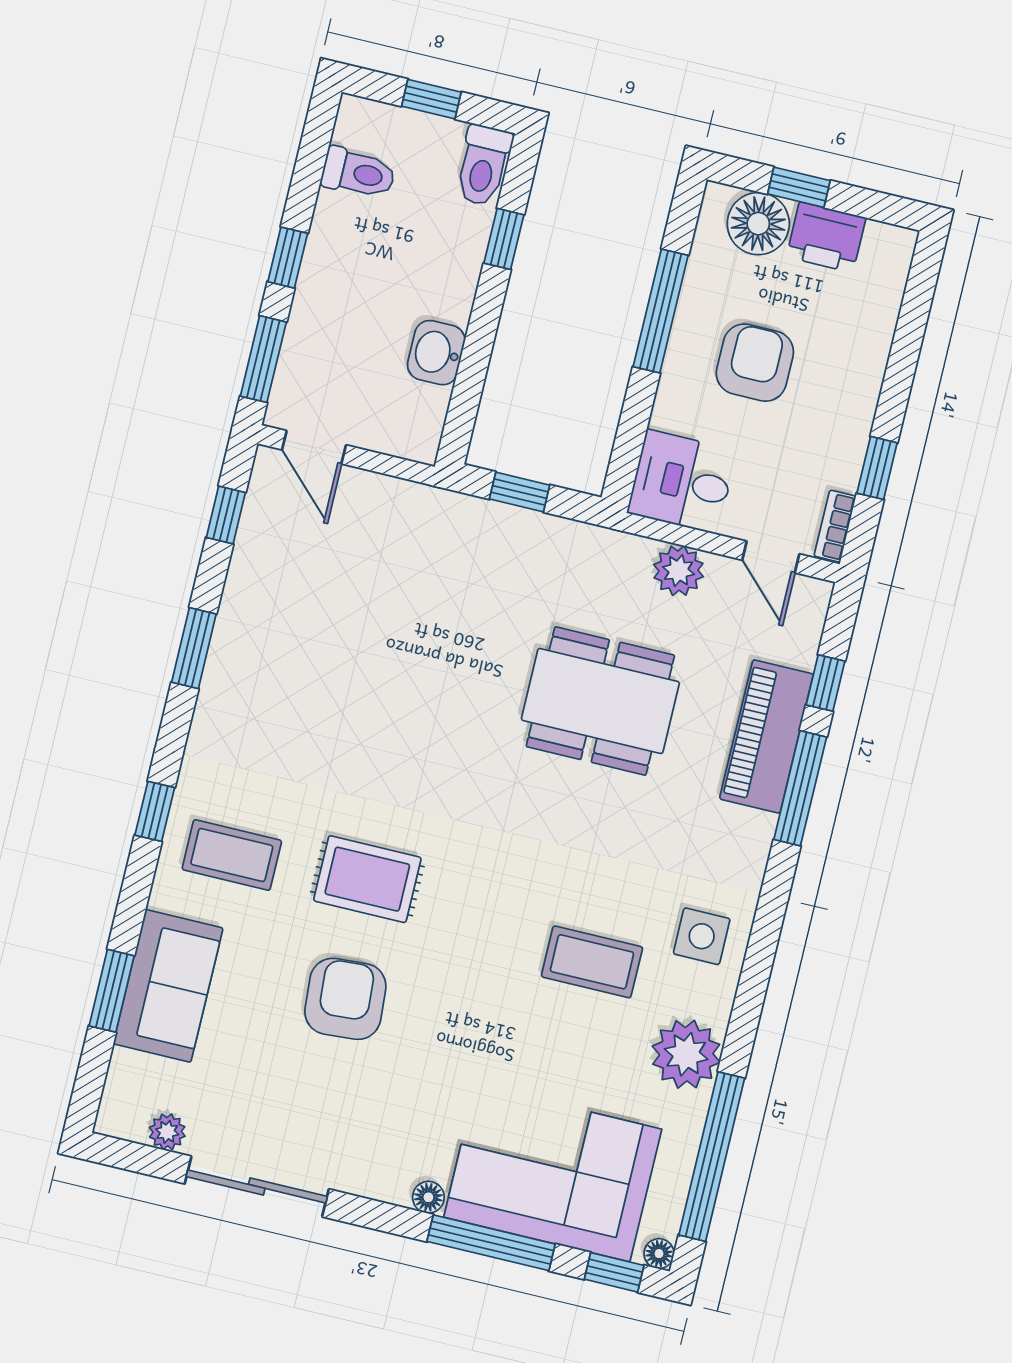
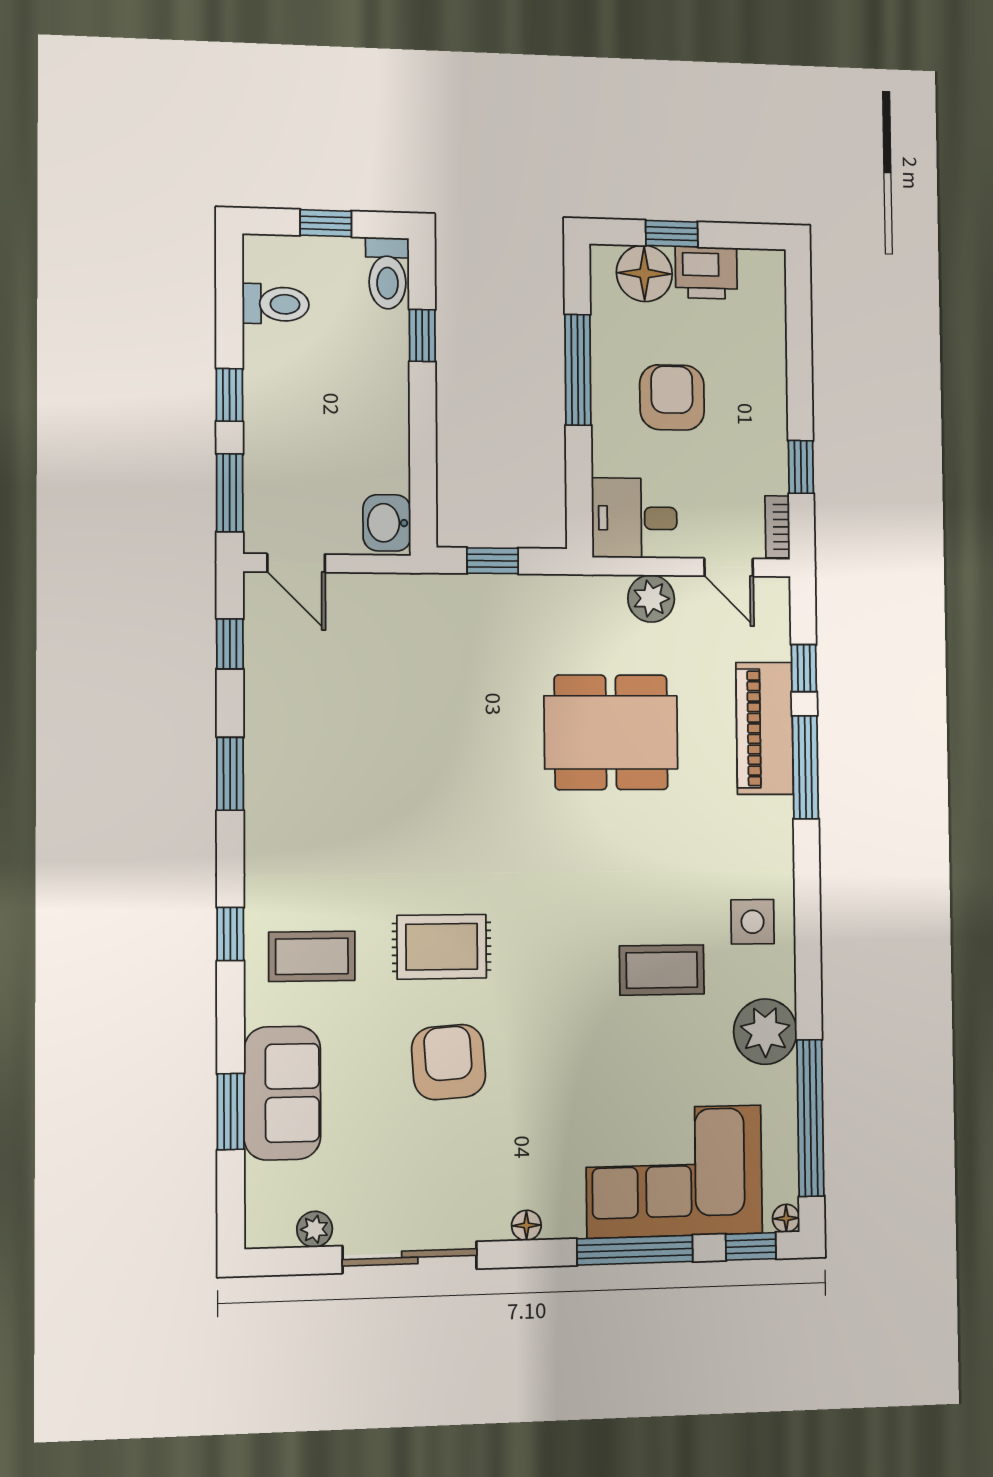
washbasin: (436, 353) -> (387, 523), moved
floor lamp: (428, 1197) -> (526, 1225), moved

